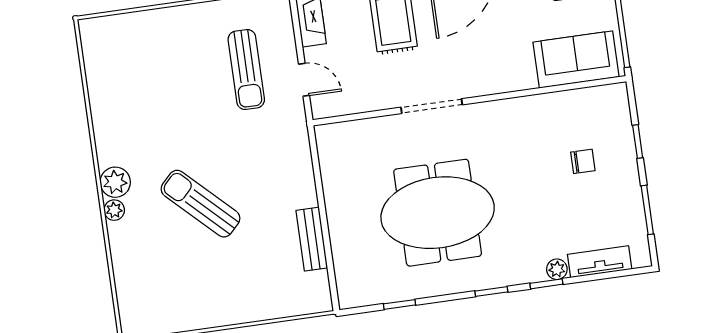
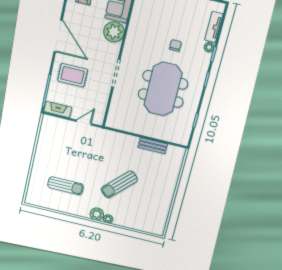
sun lounger: (246, 70) -> (66, 186), moved
plant: (513, 70) -> (114, 32), added
chair: (583, 161) -> (175, 45), moved

